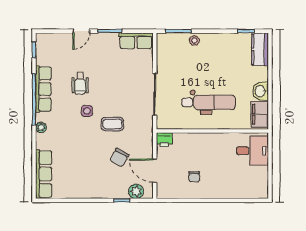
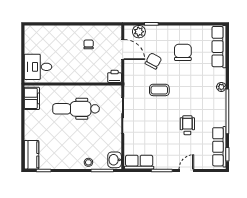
row of seats: (43, 89) -> (219, 147), moved
washbasin: (261, 91) -> (115, 160), moved, turned 180
side table: (87, 111) -> (182, 101), removed
chair: (85, 167) -> (183, 52), added

